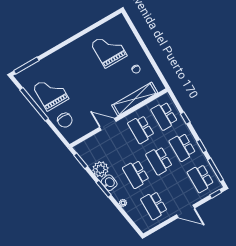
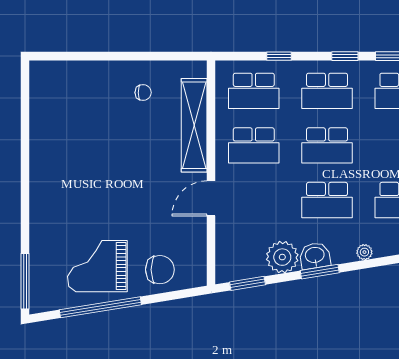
grand piano: (109, 50) -> (81, 120), removed

